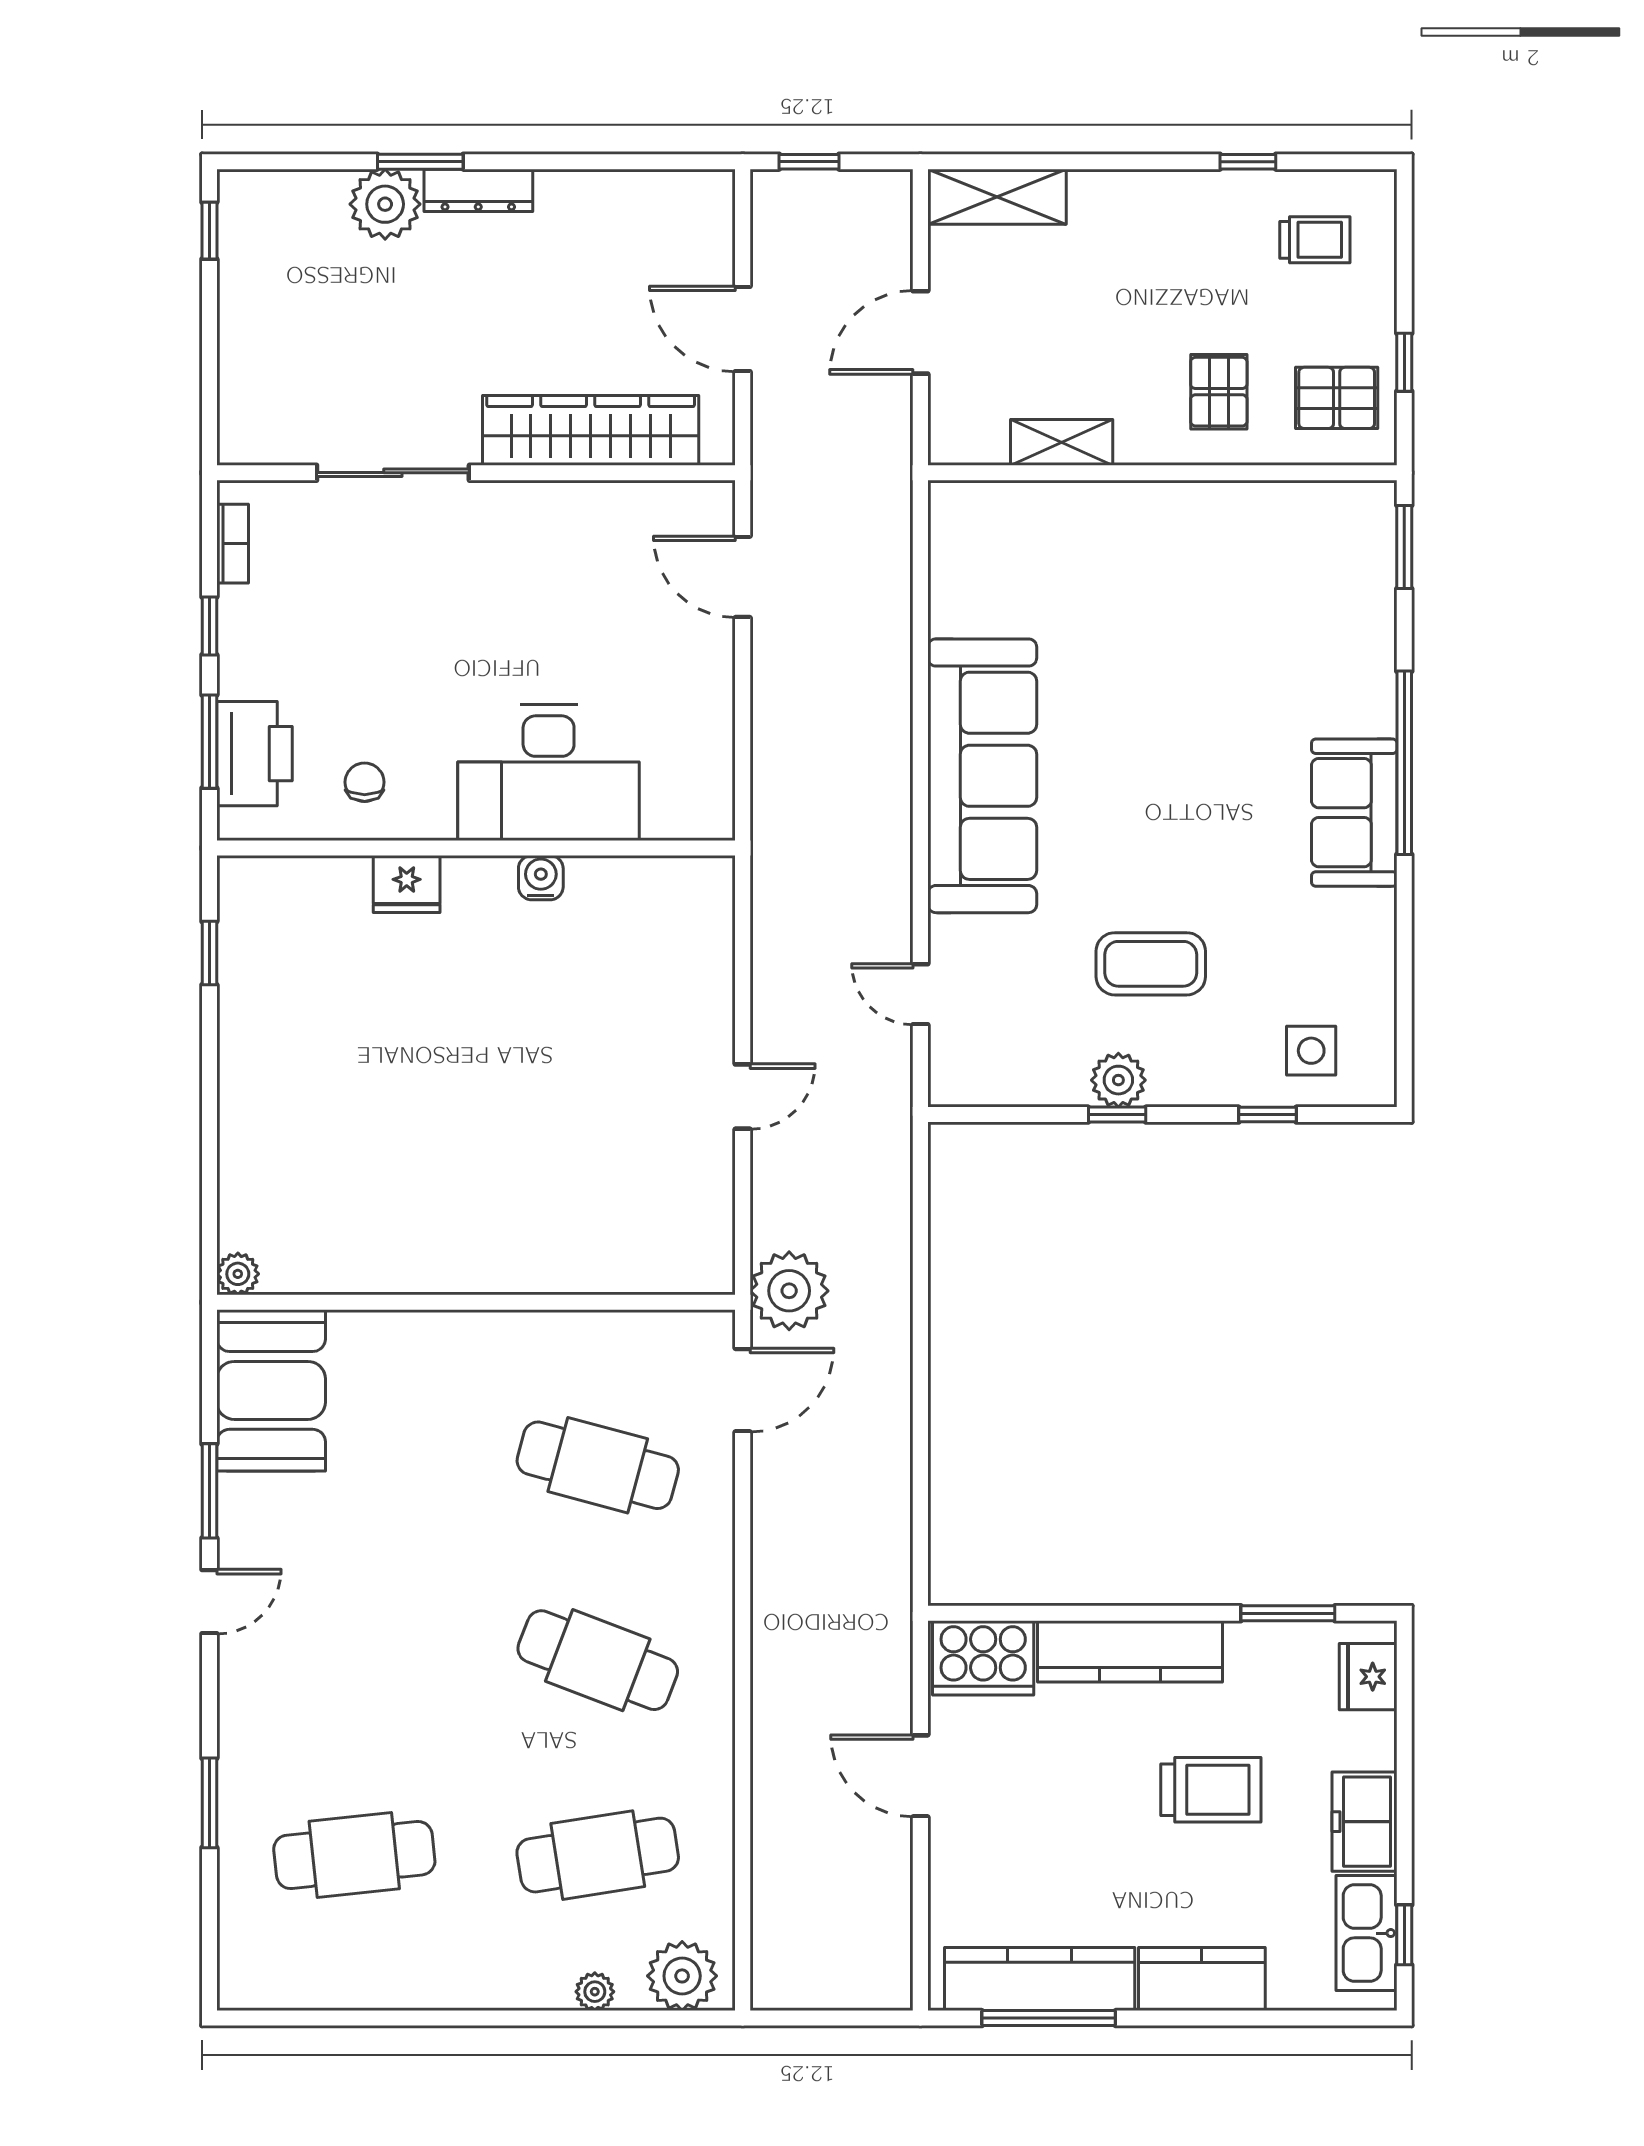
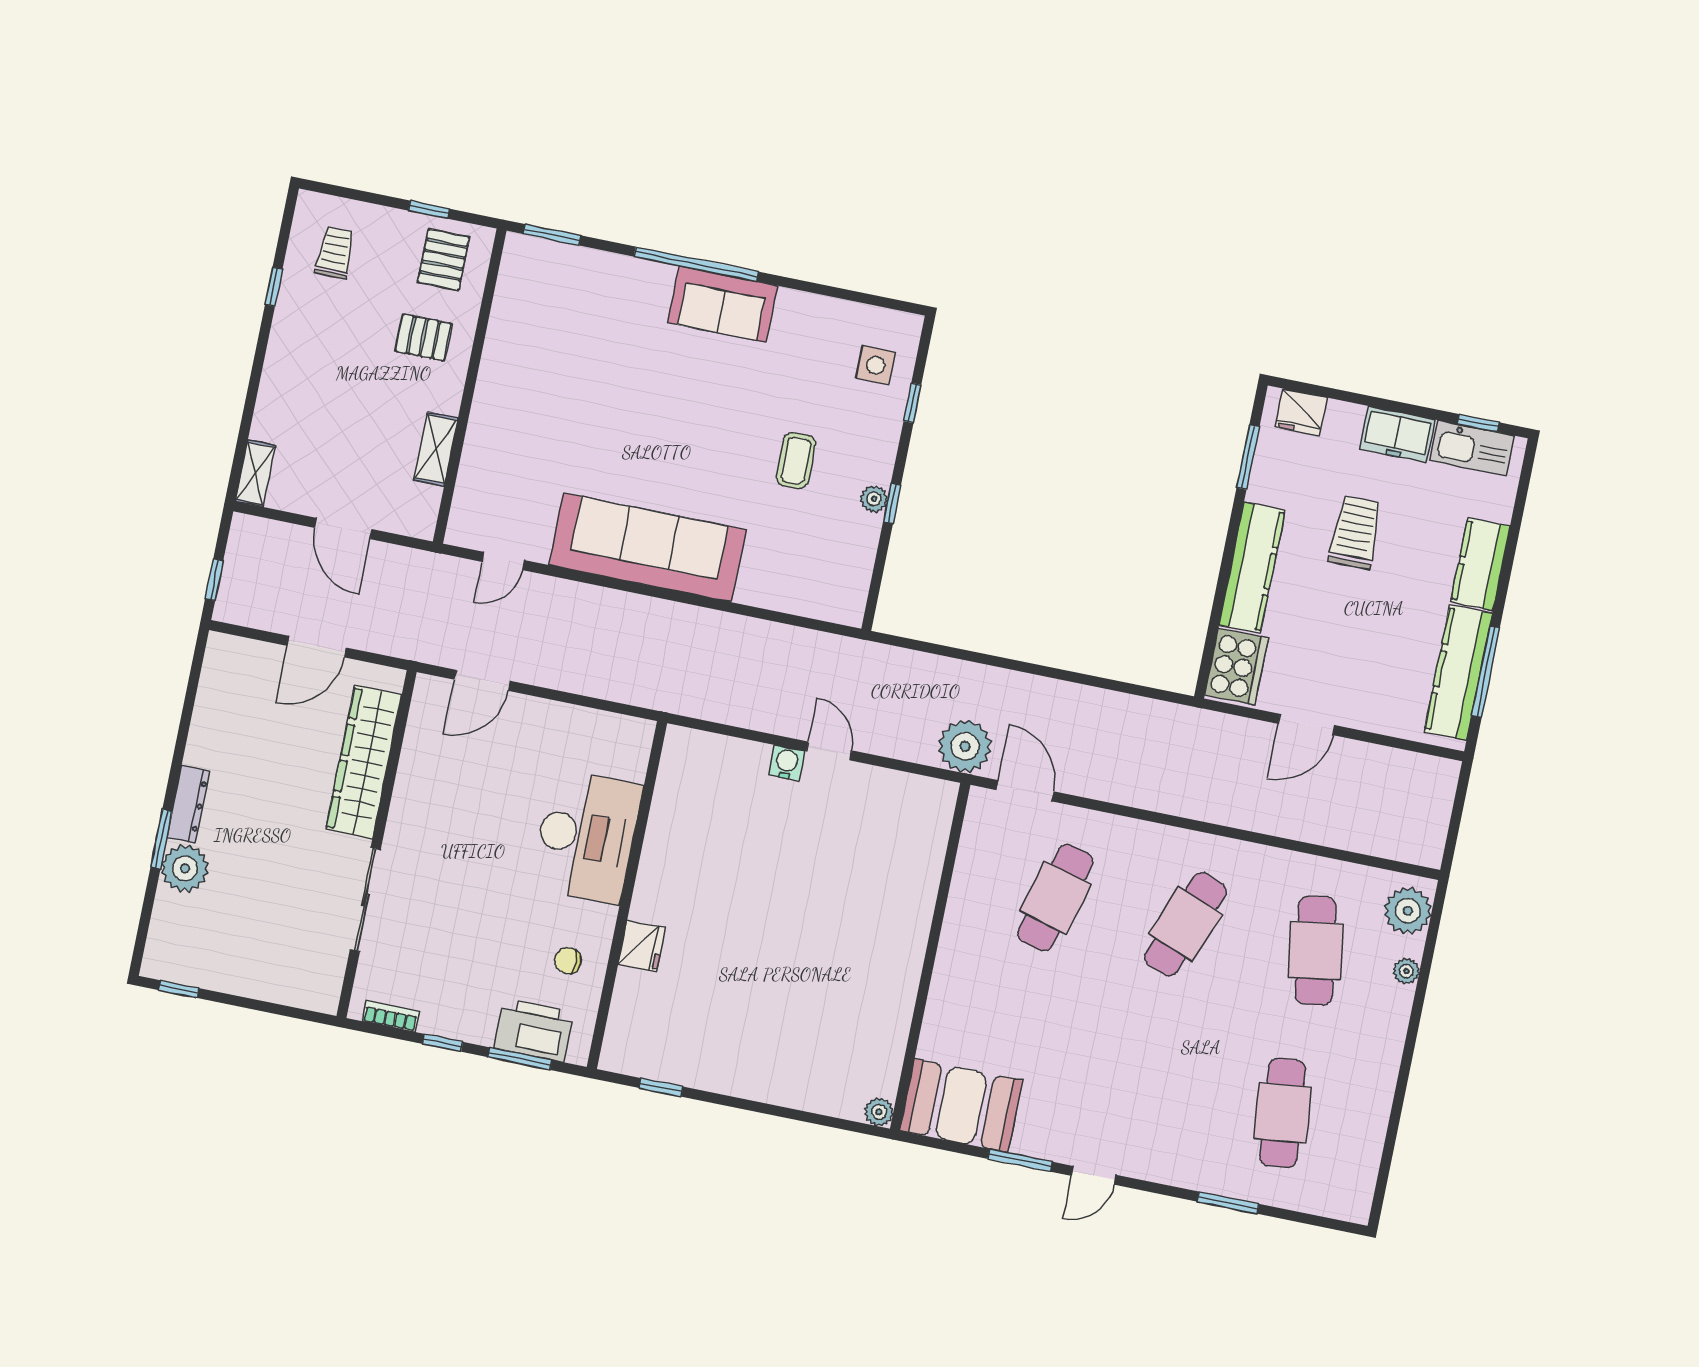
shelving: (997, 197) -> (255, 473), width x0.67, depth x0.75
water cooler: (541, 878) -> (787, 763), moved, turned 90
coffee table: (1151, 964) -> (796, 460), width x0.73, depth x0.77
door: (920, 994) -> (503, 561), moved
plant: (1118, 1080) -> (874, 499), width x0.73, depth x0.73
door: (209, 1602) -> (1094, 1175), swing flipped

